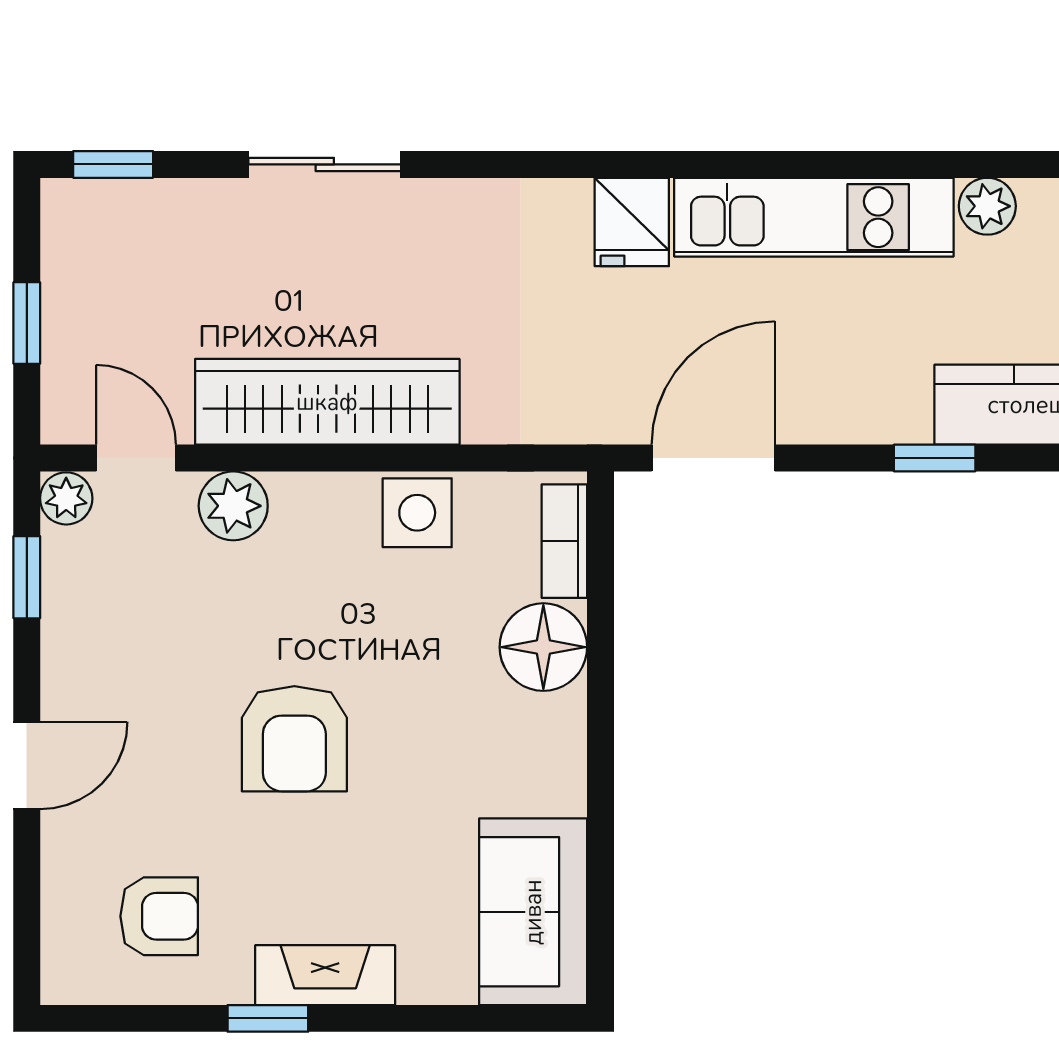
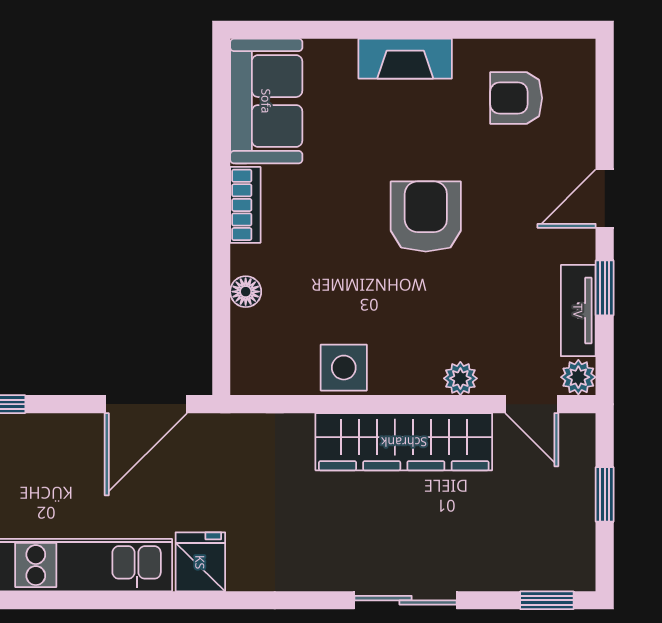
plant: (233, 506) -> (460, 378), width x0.73, depth x0.73
bookcase: (564, 541) -> (245, 205), moved
window: (27, 577) -> (605, 288), moved
tv unit: (66, 598) -> (578, 311), added
floor lamp: (543, 647) -> (246, 292), width x0.53, depth x0.53
window: (268, 1018) -> (444, 30), removed

